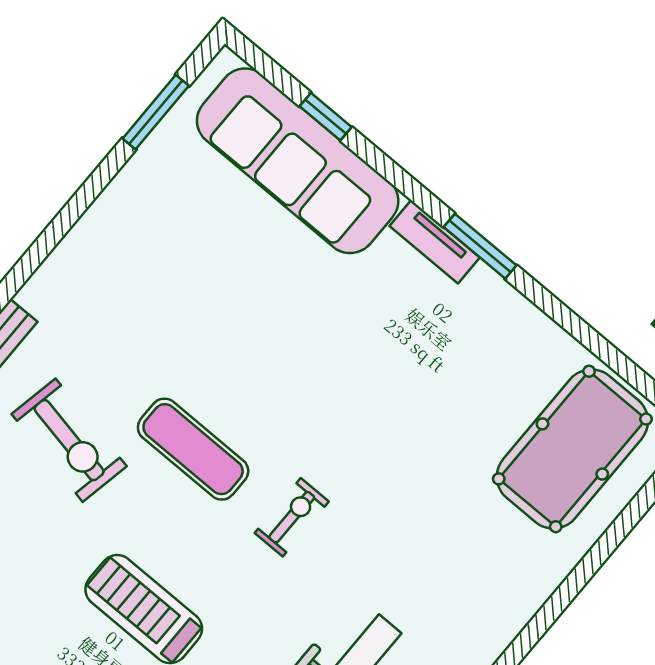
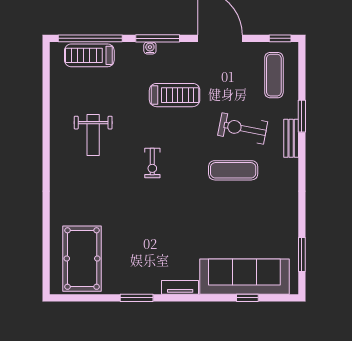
window: (480, 246) -> (137, 298), moved
exercise mat: (193, 449) -> (233, 170), moved

